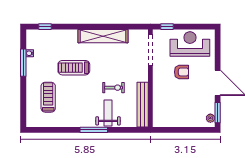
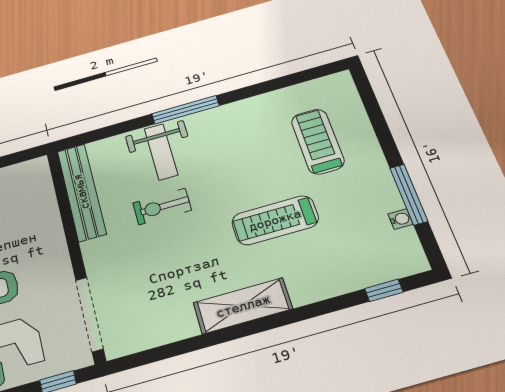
shelving: (103, 36) -> (243, 306), width x0.68
treadmill: (74, 68) -> (275, 220), turned 180
treadmill: (48, 97) -> (318, 141), turned 180

